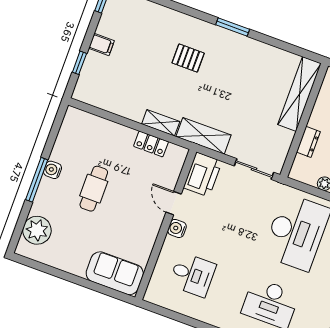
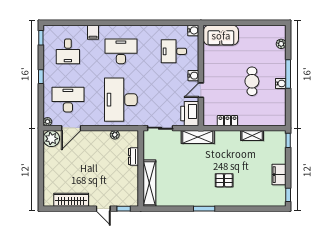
filing cabinet: (101, 44) -> (279, 175), width x2.00
window: (79, 63) -> (288, 140), moved
shelving: (161, 123) -> (252, 135), moved
door: (174, 203) -> (201, 90), swing flipped
plant: (37, 230) -> (281, 44), width x0.53, depth x0.53
water cooler: (153, 295) -> (193, 30), added

